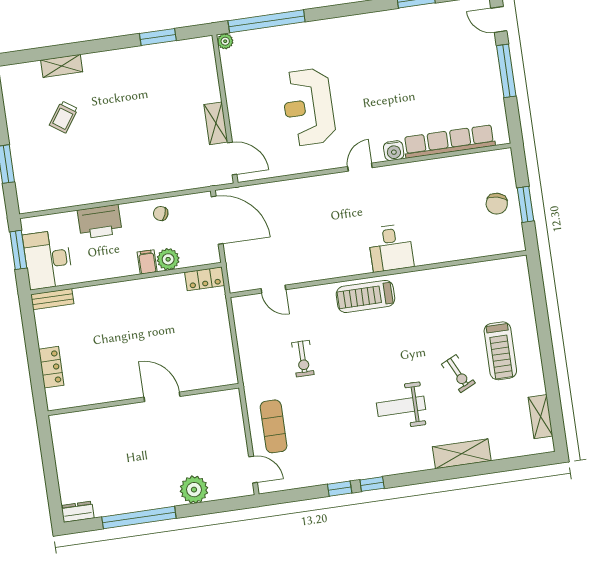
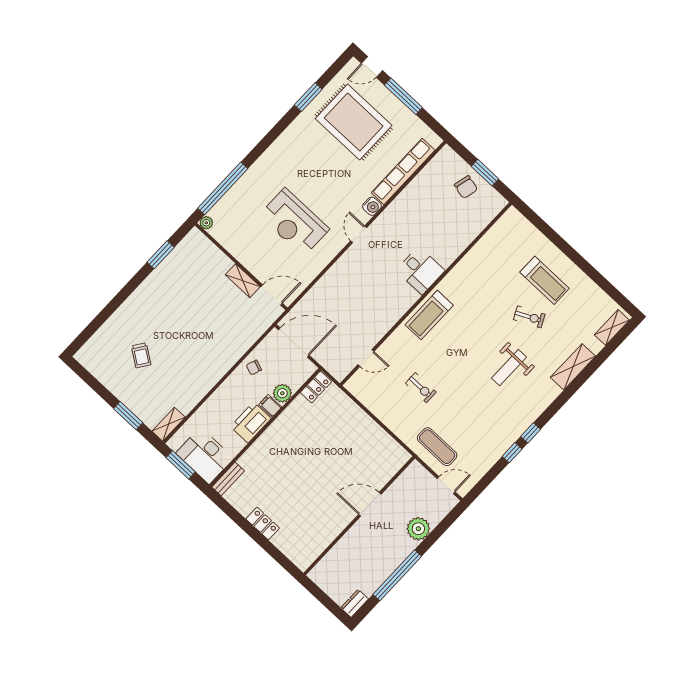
rug: (440, 58) -> (354, 122), added
shelving: (62, 66) -> (169, 424), moved
printer: (100, 222) -> (251, 422), moved, turned 180
door: (162, 397) -> (370, 504), moved
wall: (143, 399) -> (359, 516), moved
shelving: (541, 417) -> (612, 327), moved, turned 90

